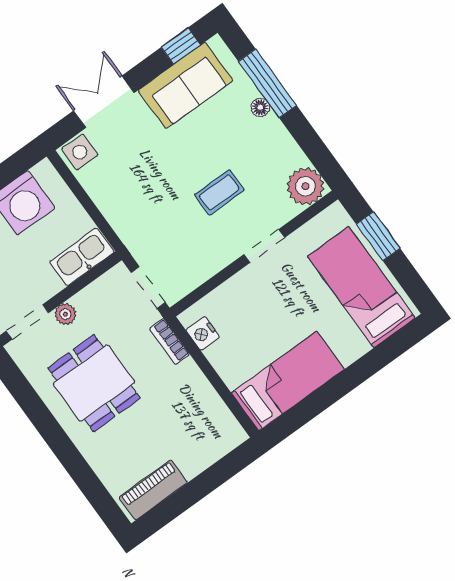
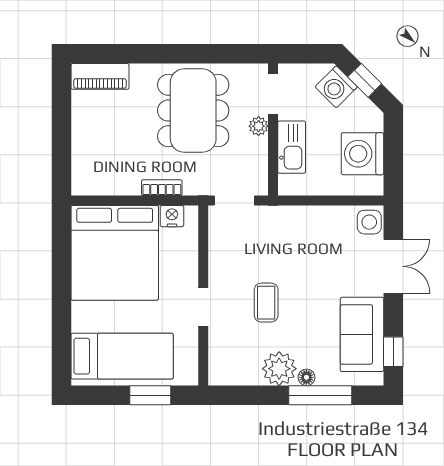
plant: (305, 186) -> (279, 369), moved
kitchen sink: (82, 257) -> (292, 147), moved
bookcase: (170, 341) -> (162, 188), moved
bed: (288, 381) -> (115, 253), width x2.04
dining table: (94, 383) -> (193, 111), width x1.37
piano: (153, 490) -> (100, 76), moved, turned 90

